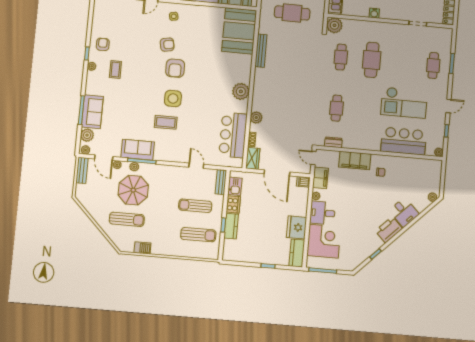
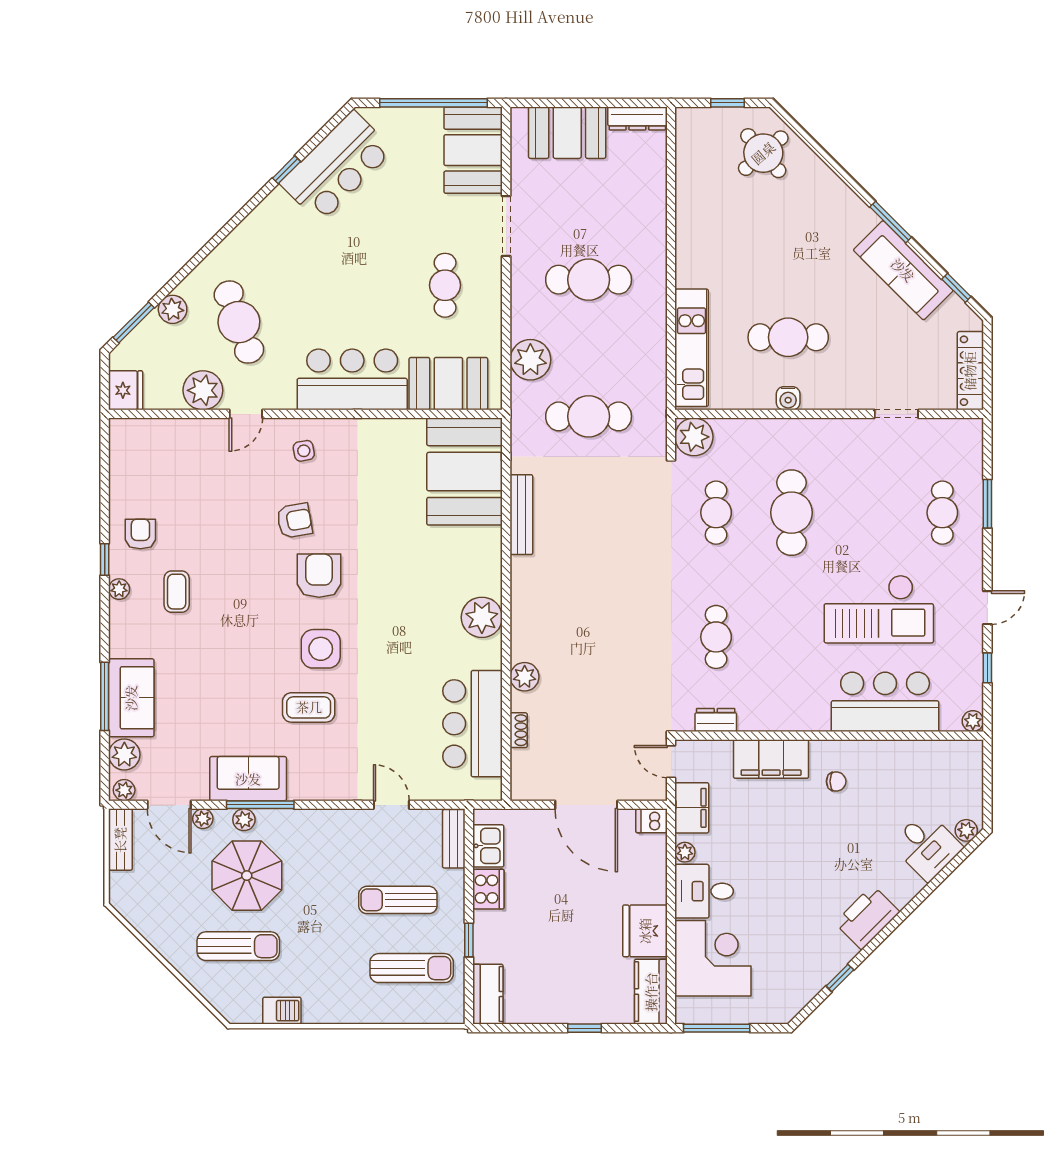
armchair: (175, 68) -> (319, 576), turned 180
wardrobe: (253, 158) -> (525, 775), removed
desk: (404, 212) -> (927, 846), moved
kitchen counter: (231, 226) -> (488, 994), moved

